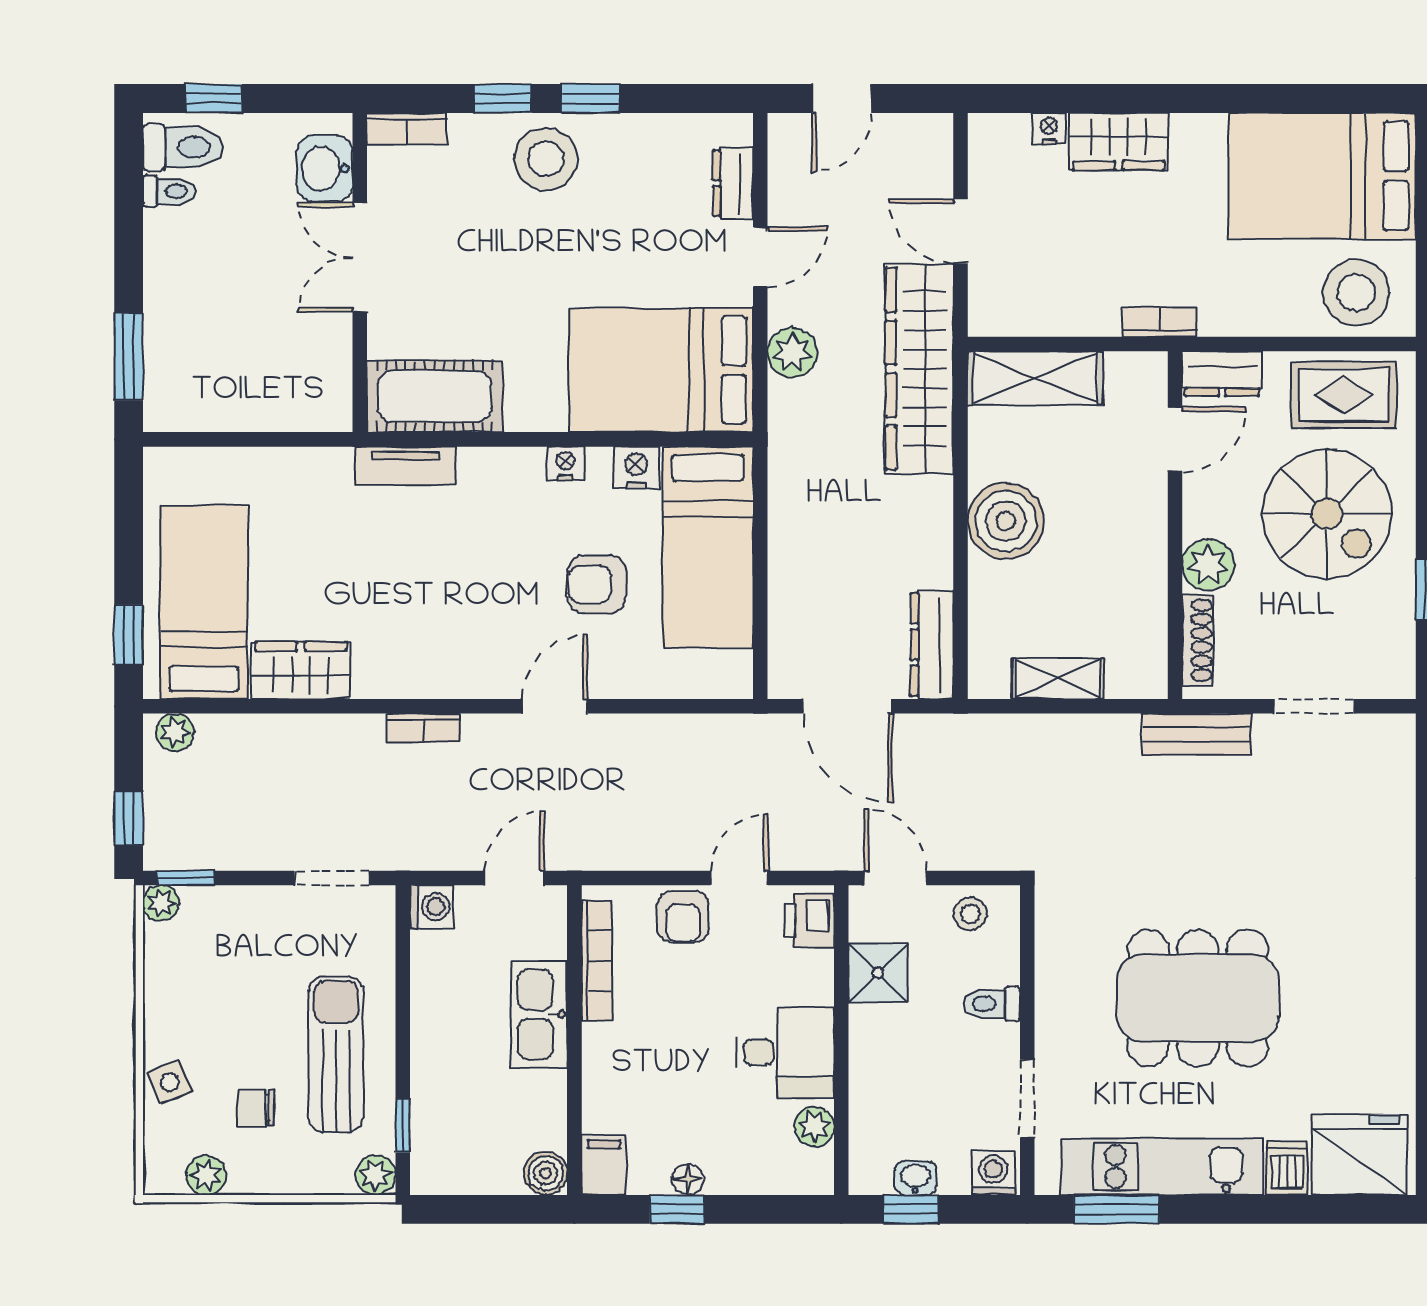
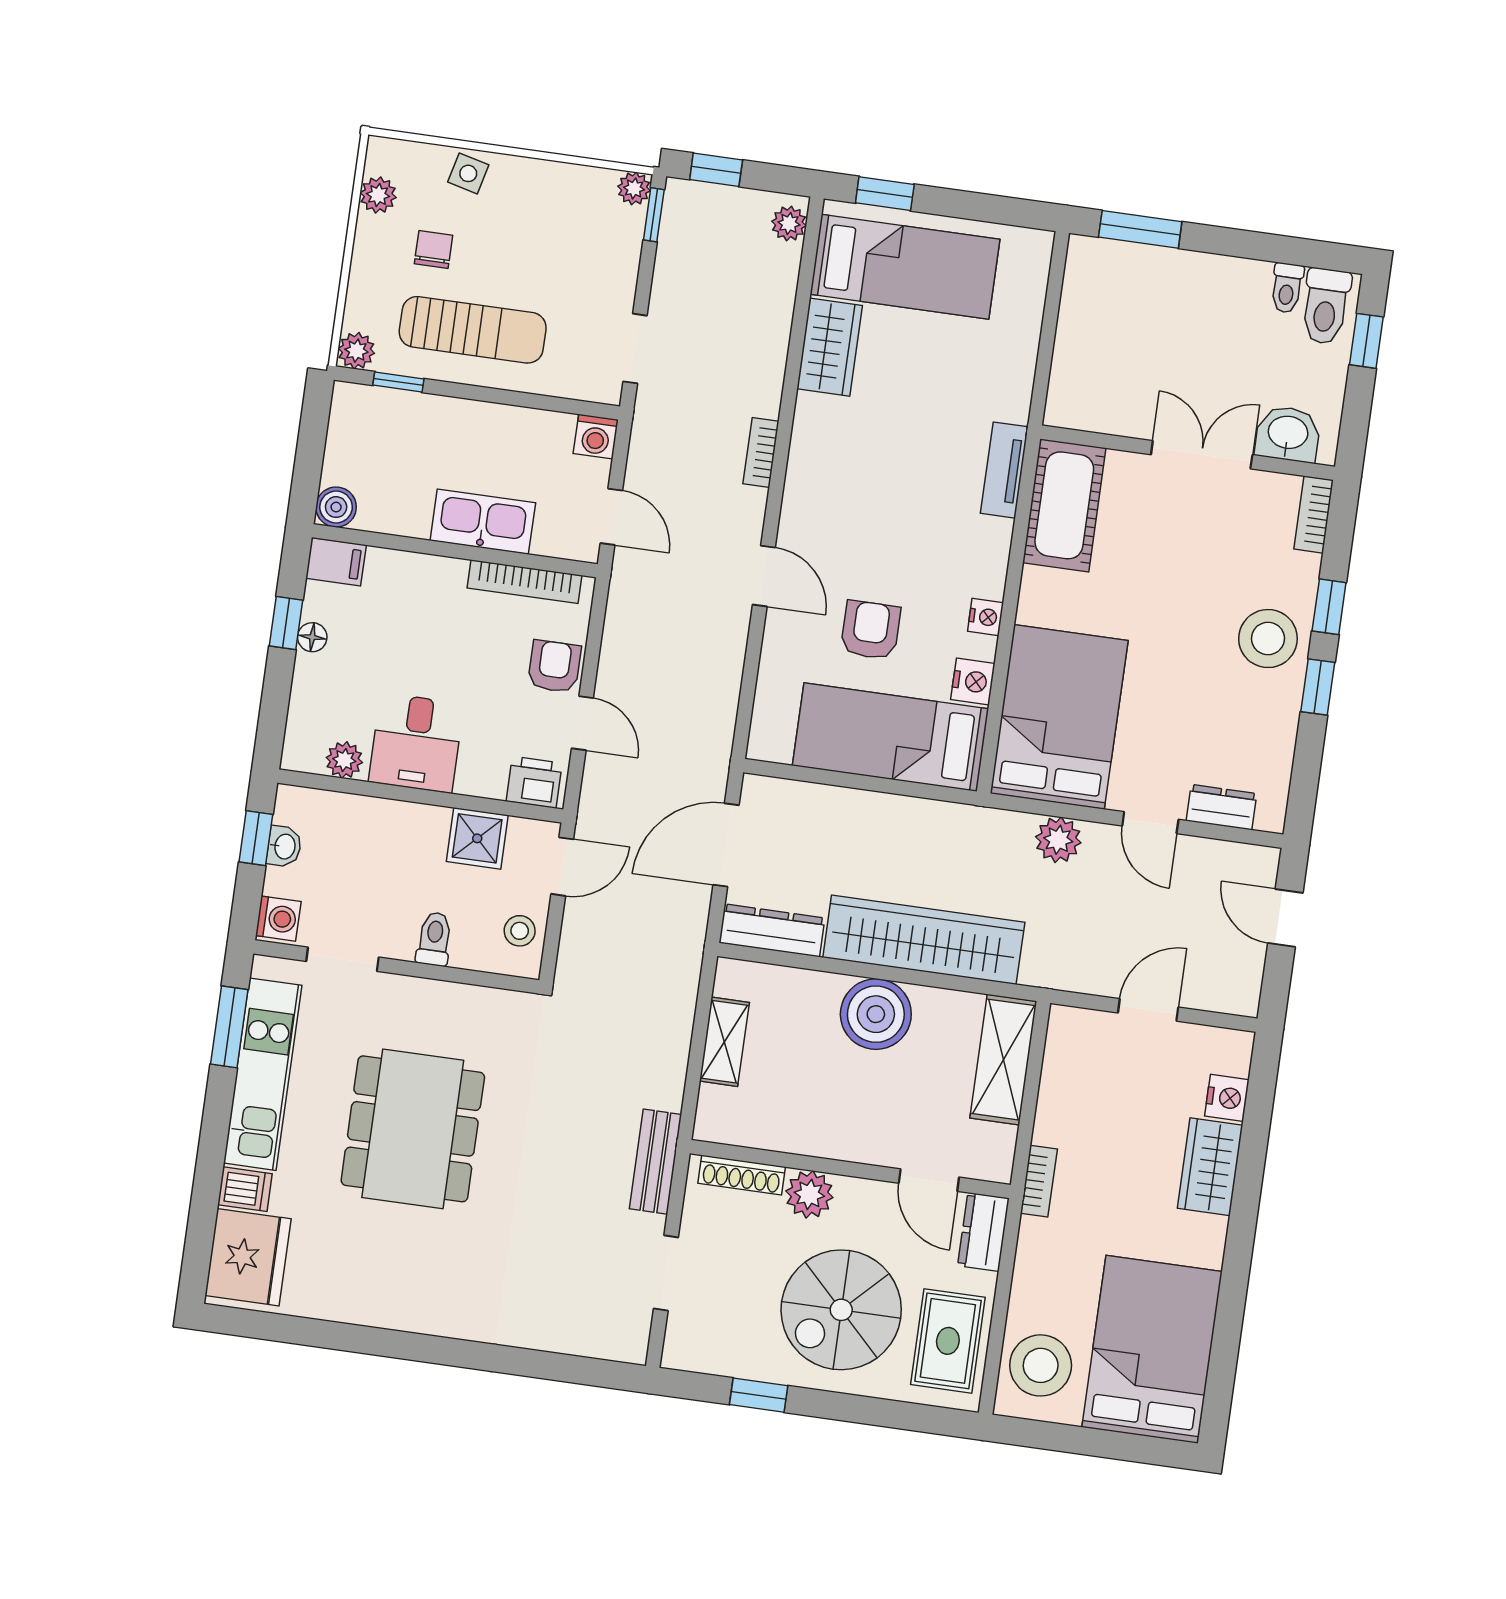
nightstand: (1049, 128) -> (1227, 1098), width x1.39, depth x1.35
wardrobe: (919, 369) -> (924, 940), moved
armchair: (683, 916) -> (554, 667), turned 90
side table: (170, 1082) -> (468, 173), turned 37

